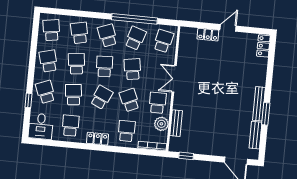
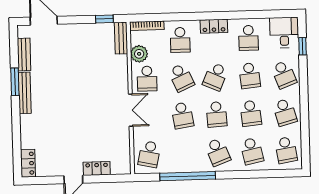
school desk: (135, 38) -> (183, 153), removed
window: (29, 100) -> (302, 46), moved
bench: (176, 123) -> (121, 38), moved

